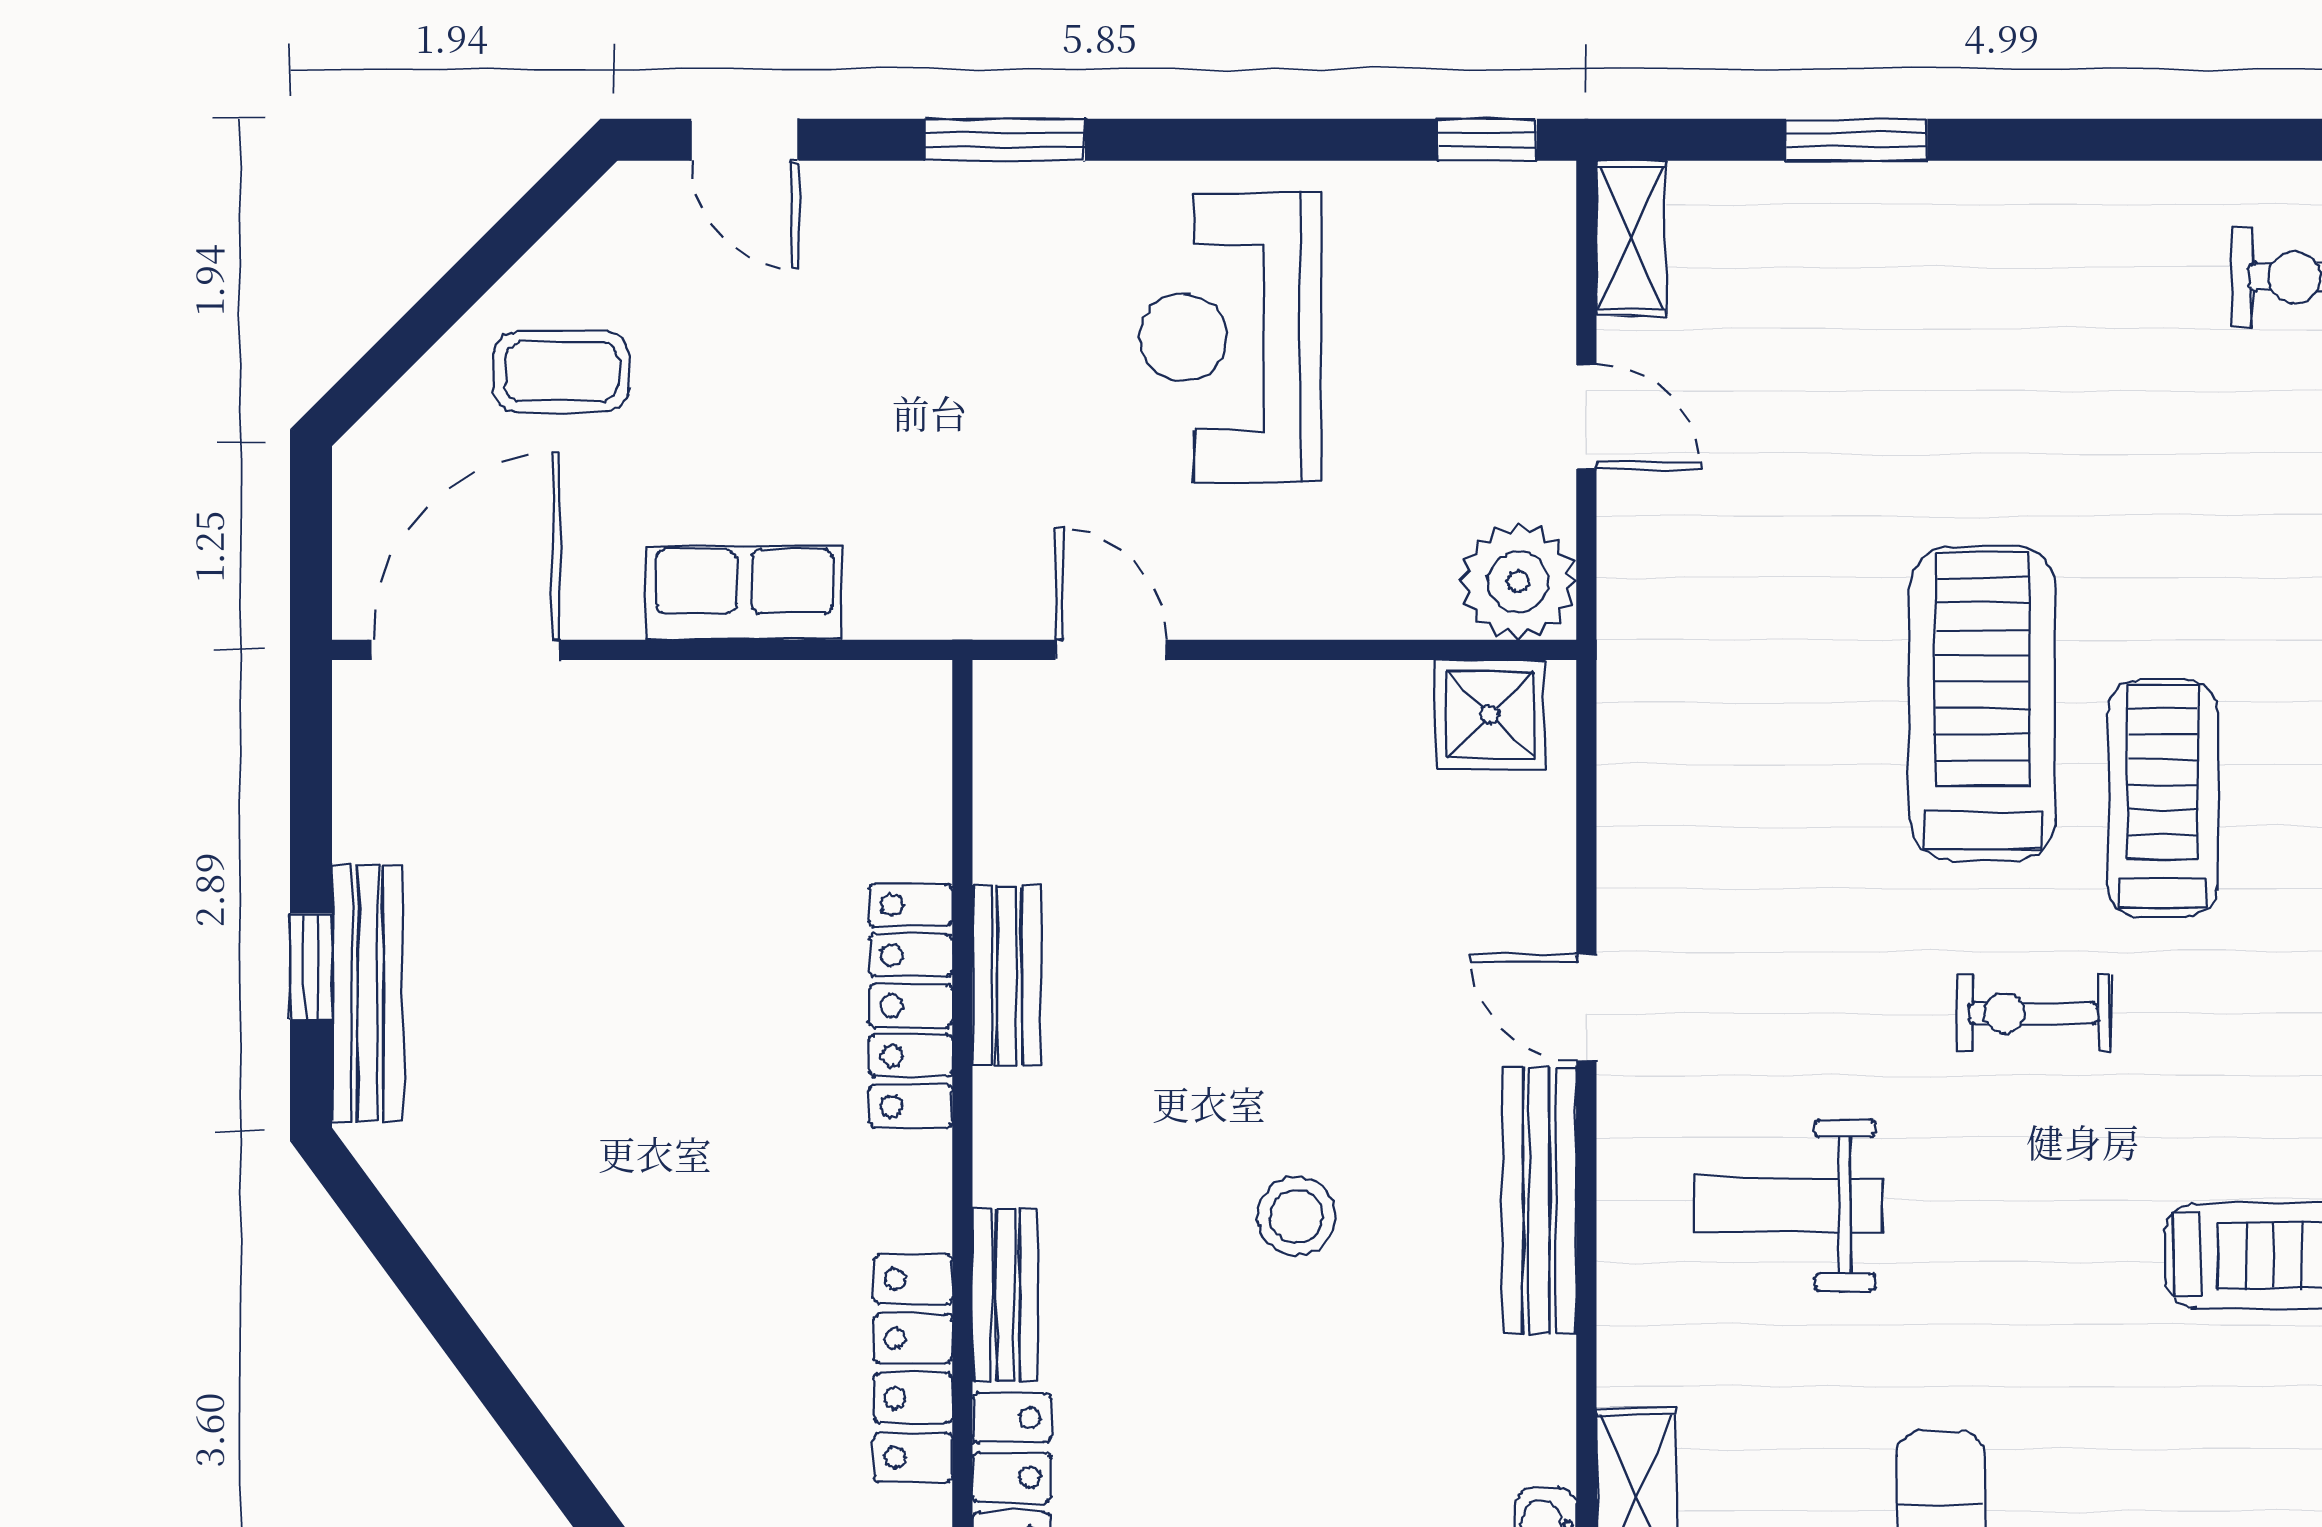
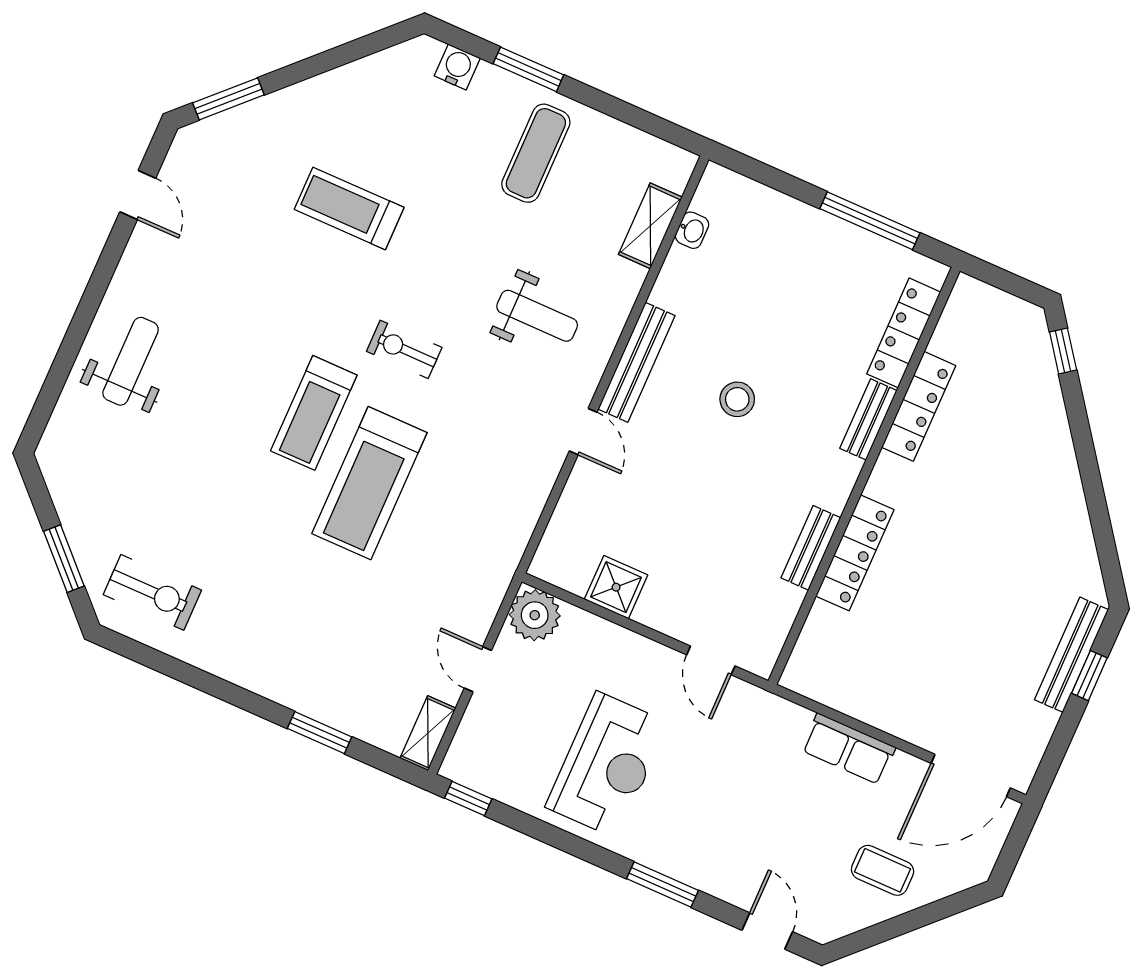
shower: (1490, 715) -> (616, 587), moved
exercise bike: (2034, 1013) -> (404, 349), turned 180

